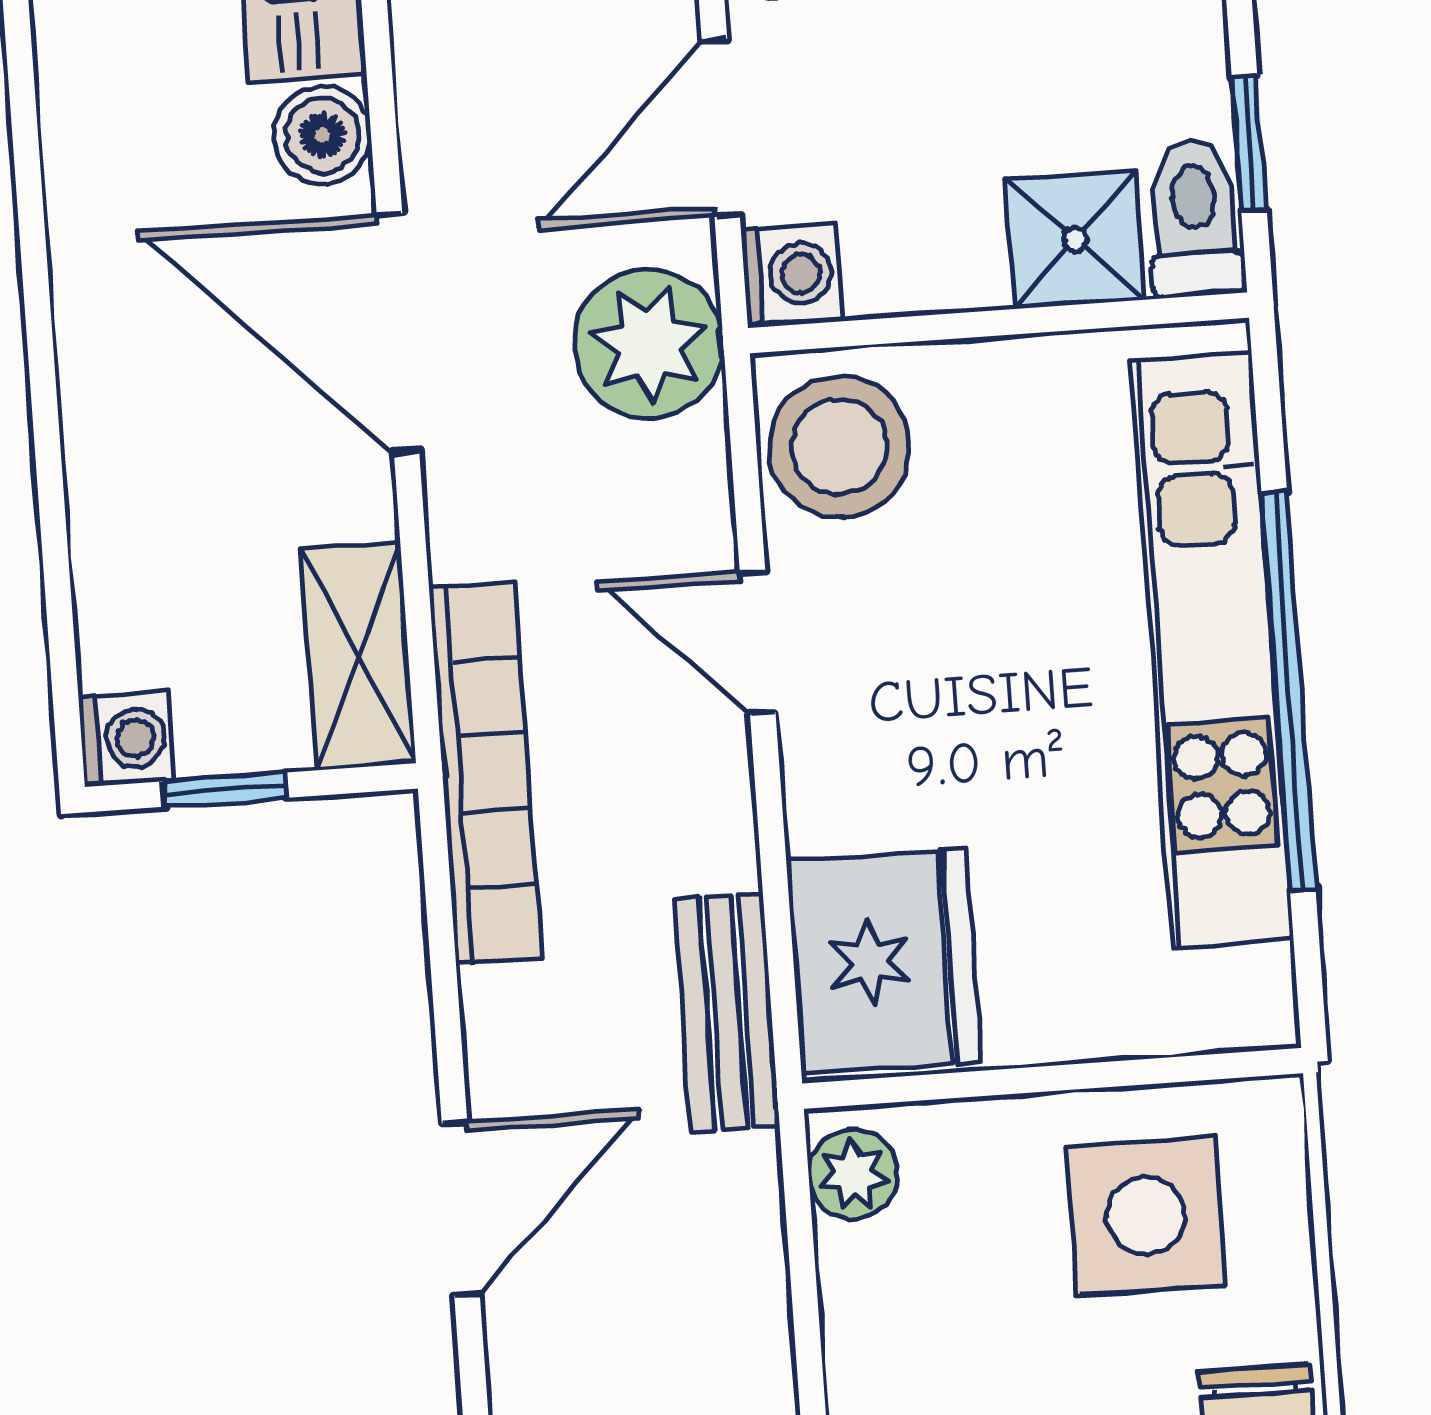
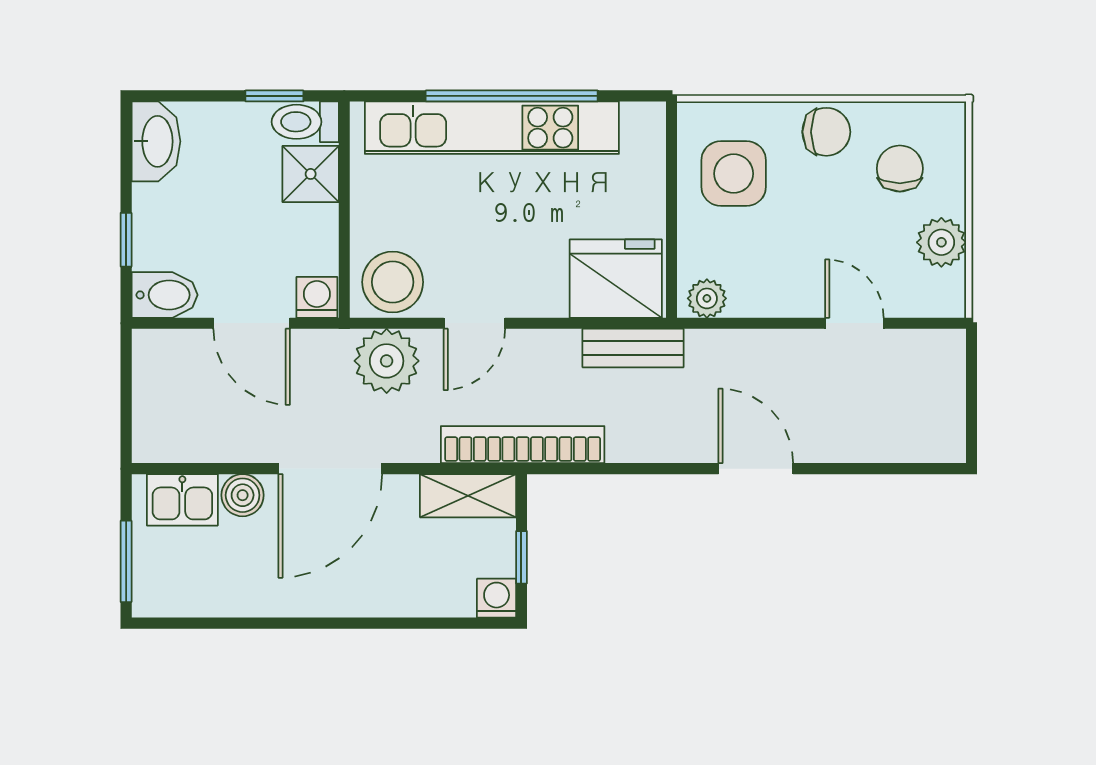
plant: (649, 344) -> (387, 361), moved
door: (461, 1209) -> (756, 469), moved

